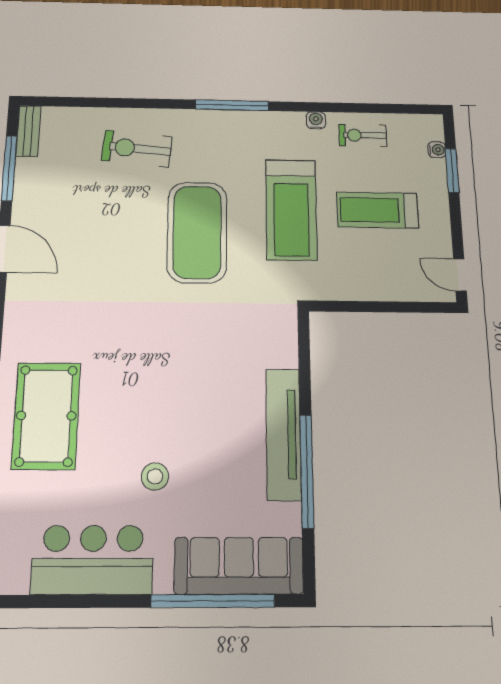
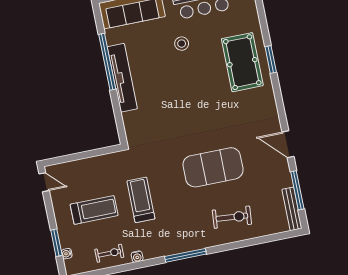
bench: (28, 131) -> (292, 209), width x1.36
treadmill: (291, 210) -> (141, 200), width x0.73, depth x0.73
exercise mat: (197, 232) -> (213, 167), moved, turned 90

